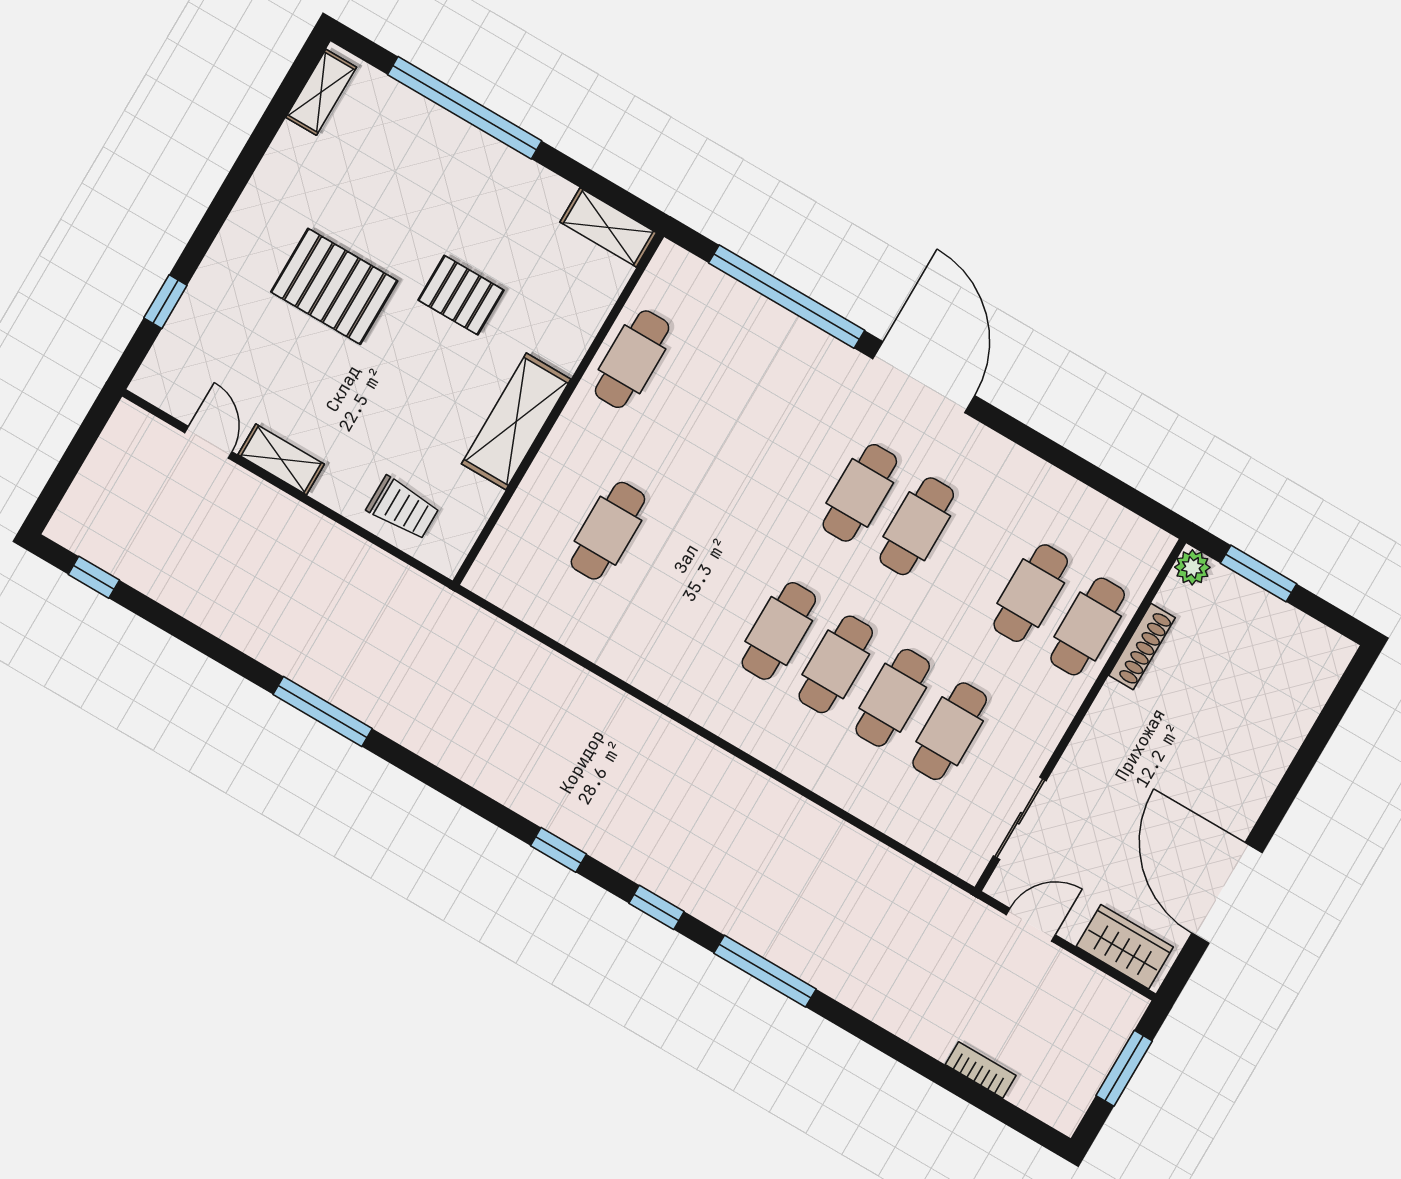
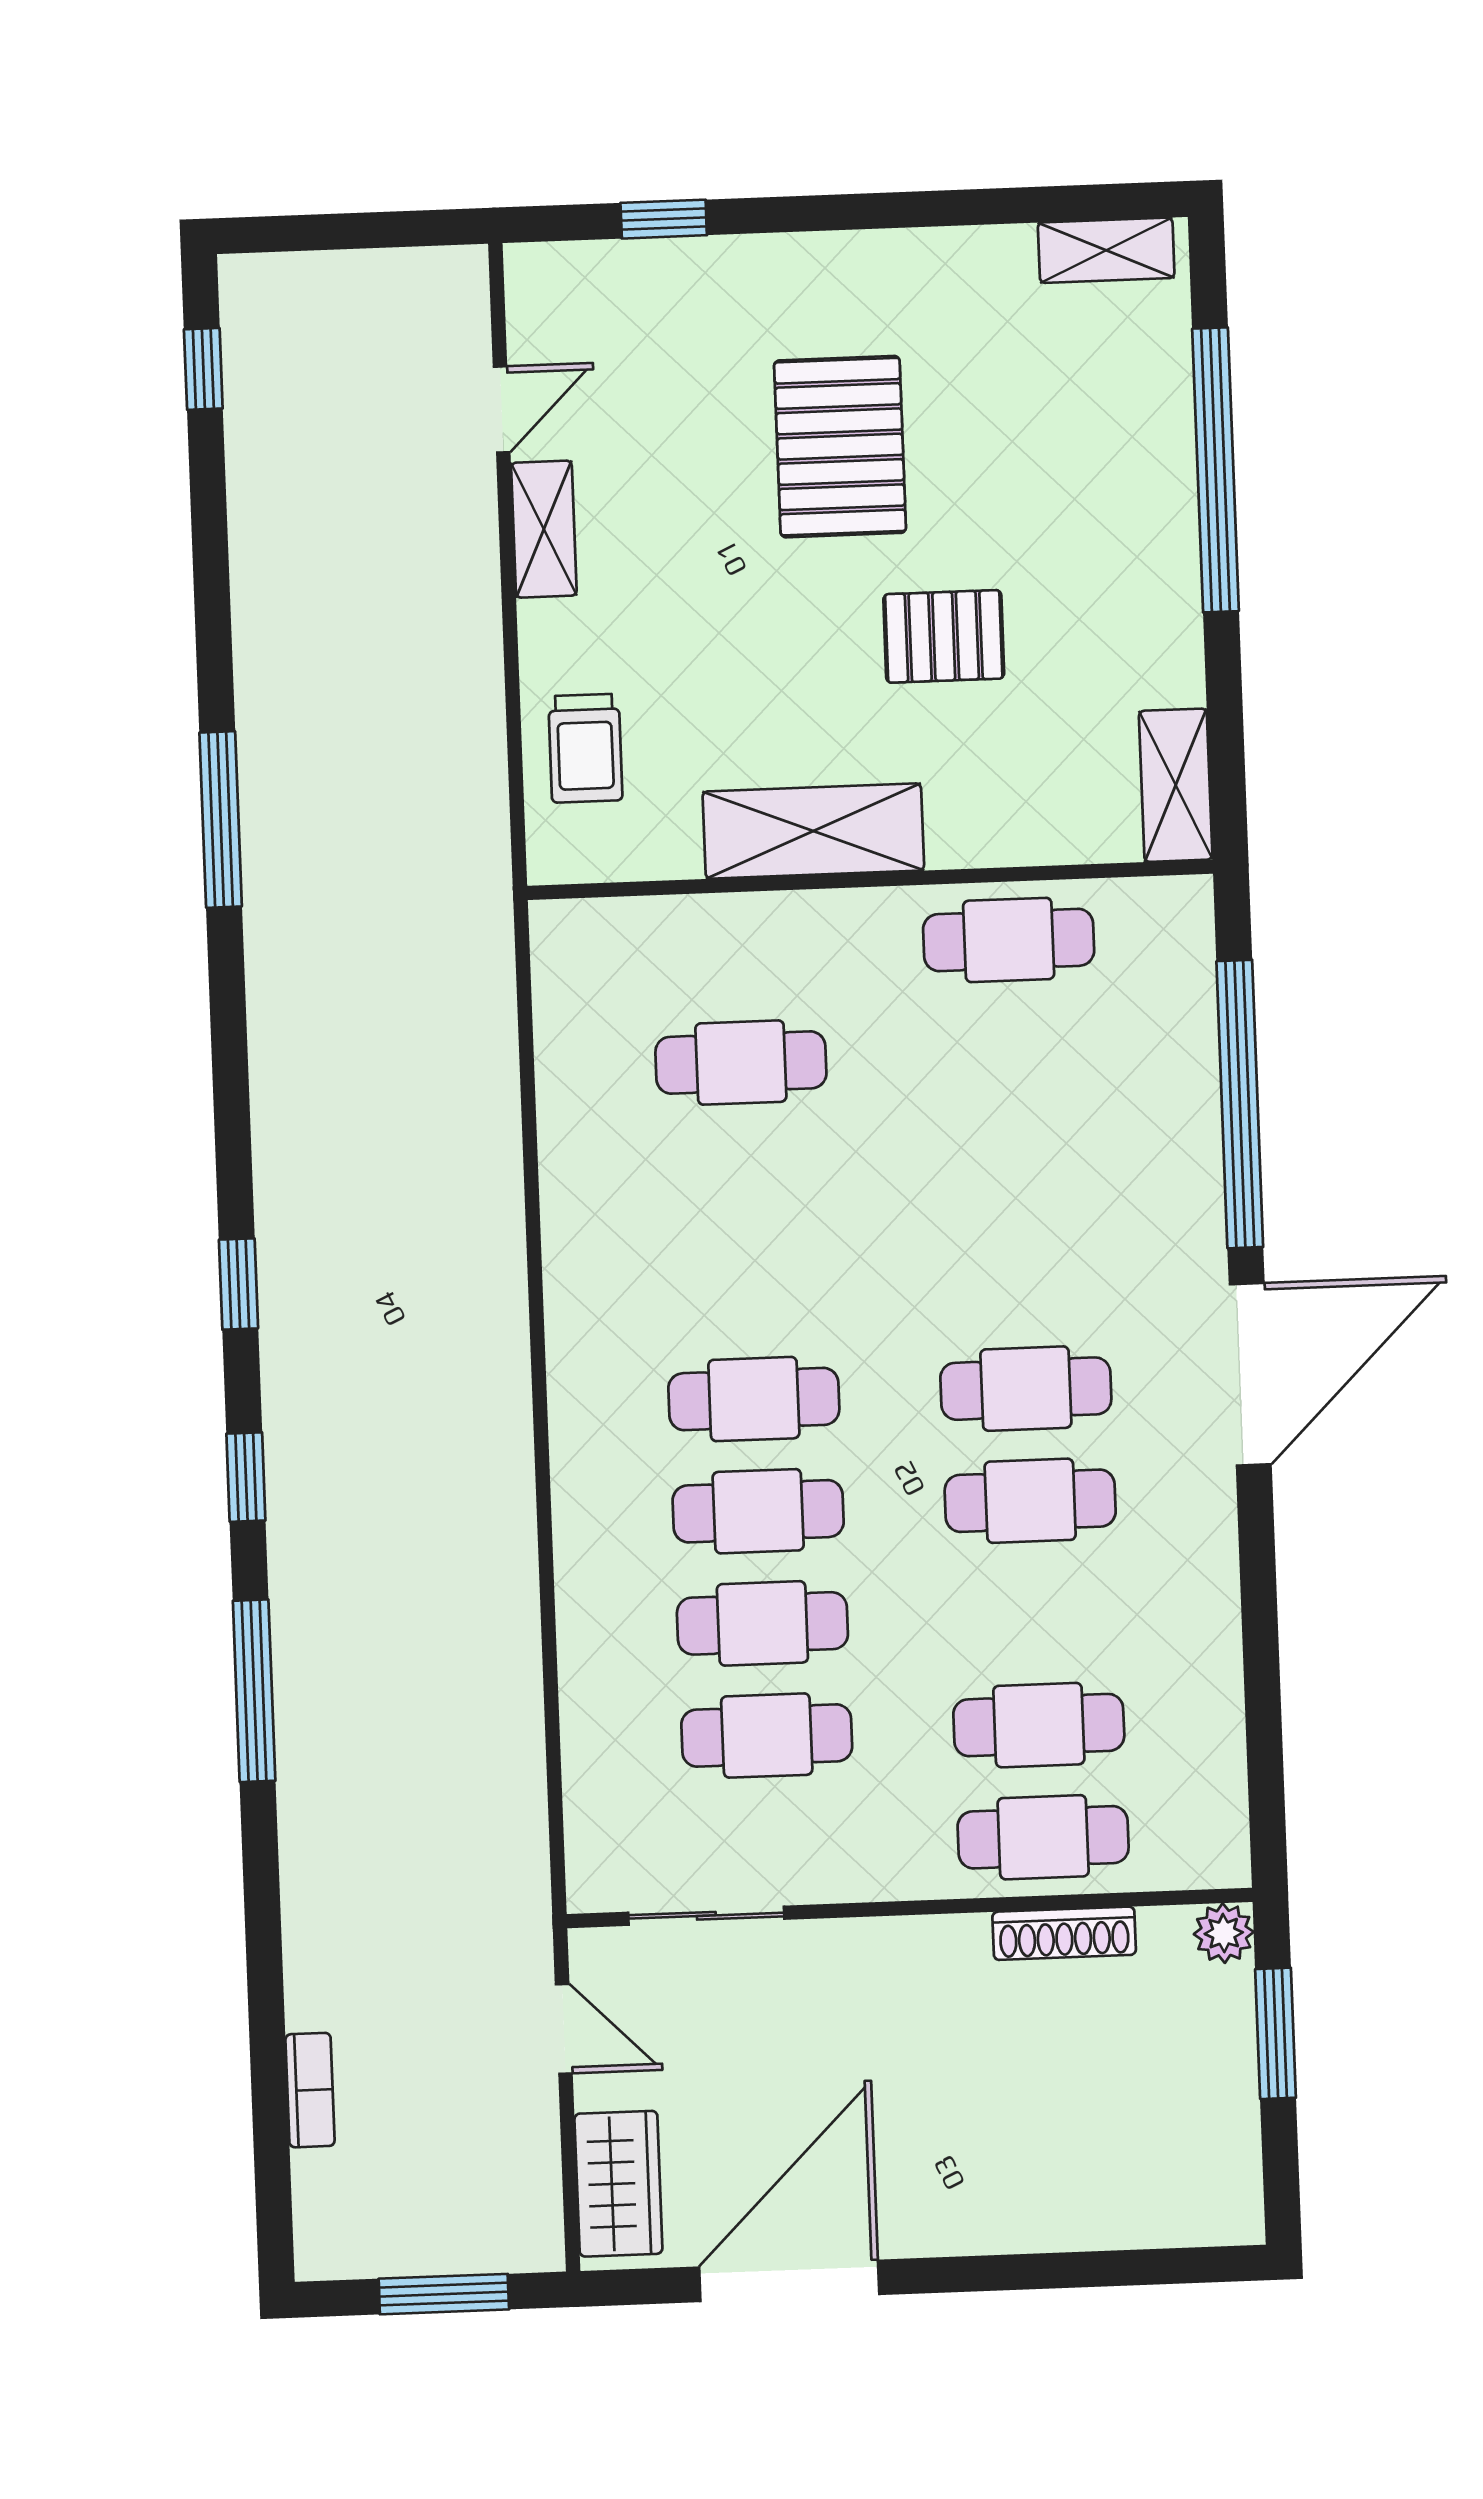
pallet: (461, 295) -> (944, 636), turned 90

